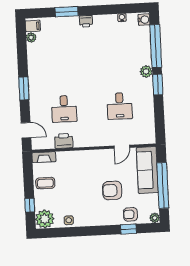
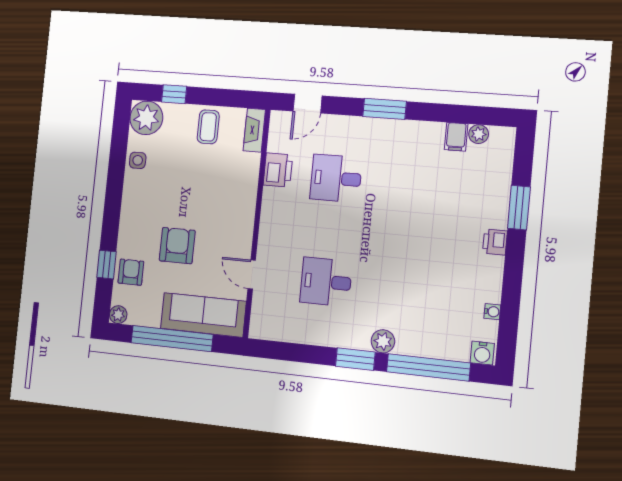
filing cabinet: (33, 26) -> (456, 137), moved

